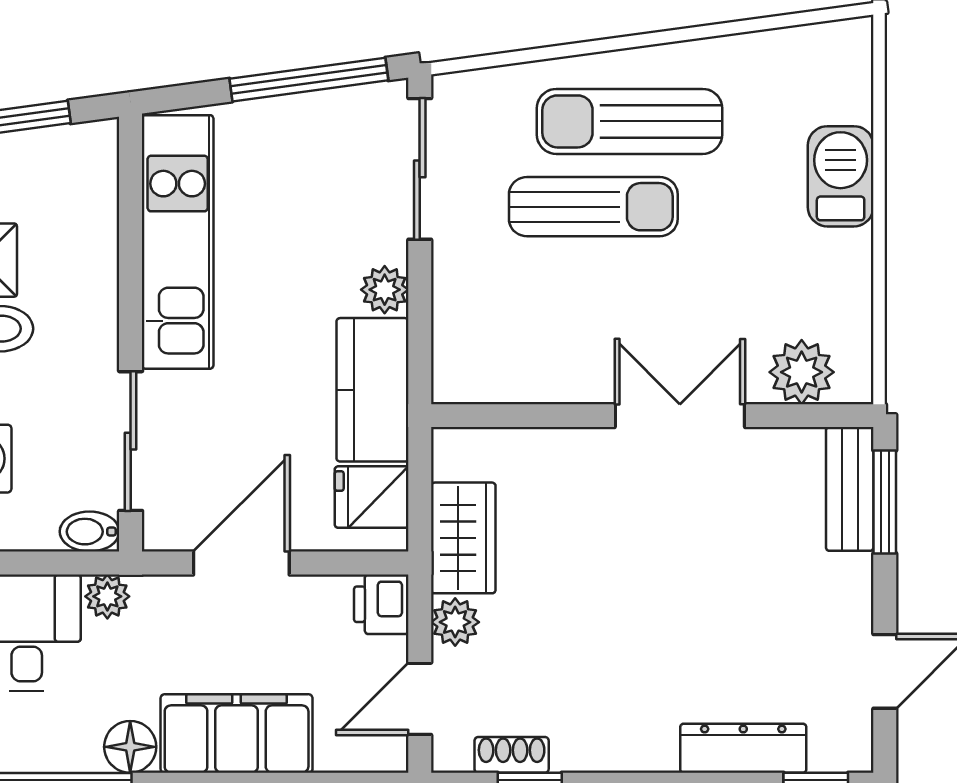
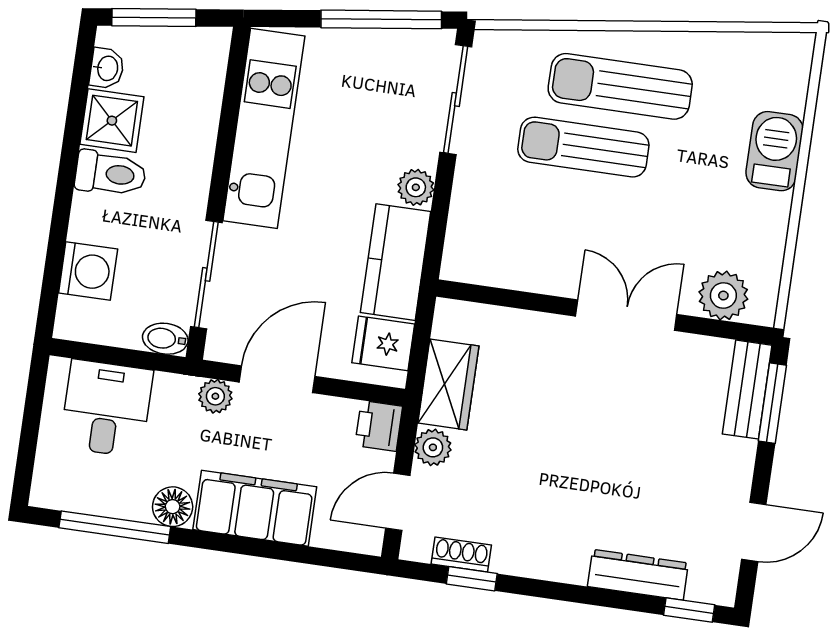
sun lounger: (593, 207) -> (583, 147), turned 180
plant: (107, 596) -> (215, 396), moved

